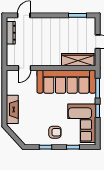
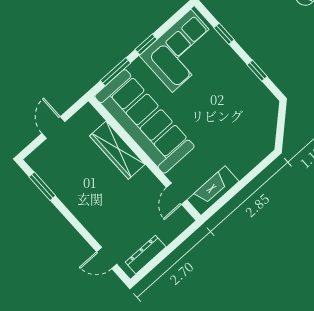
wardrobe: (78, 60) -> (117, 150), moved
door: (25, 68) -> (176, 194), swing flipped
fireplace: (12, 109) -> (213, 191), moved
armchair: (55, 132) -> (226, 76), removed

